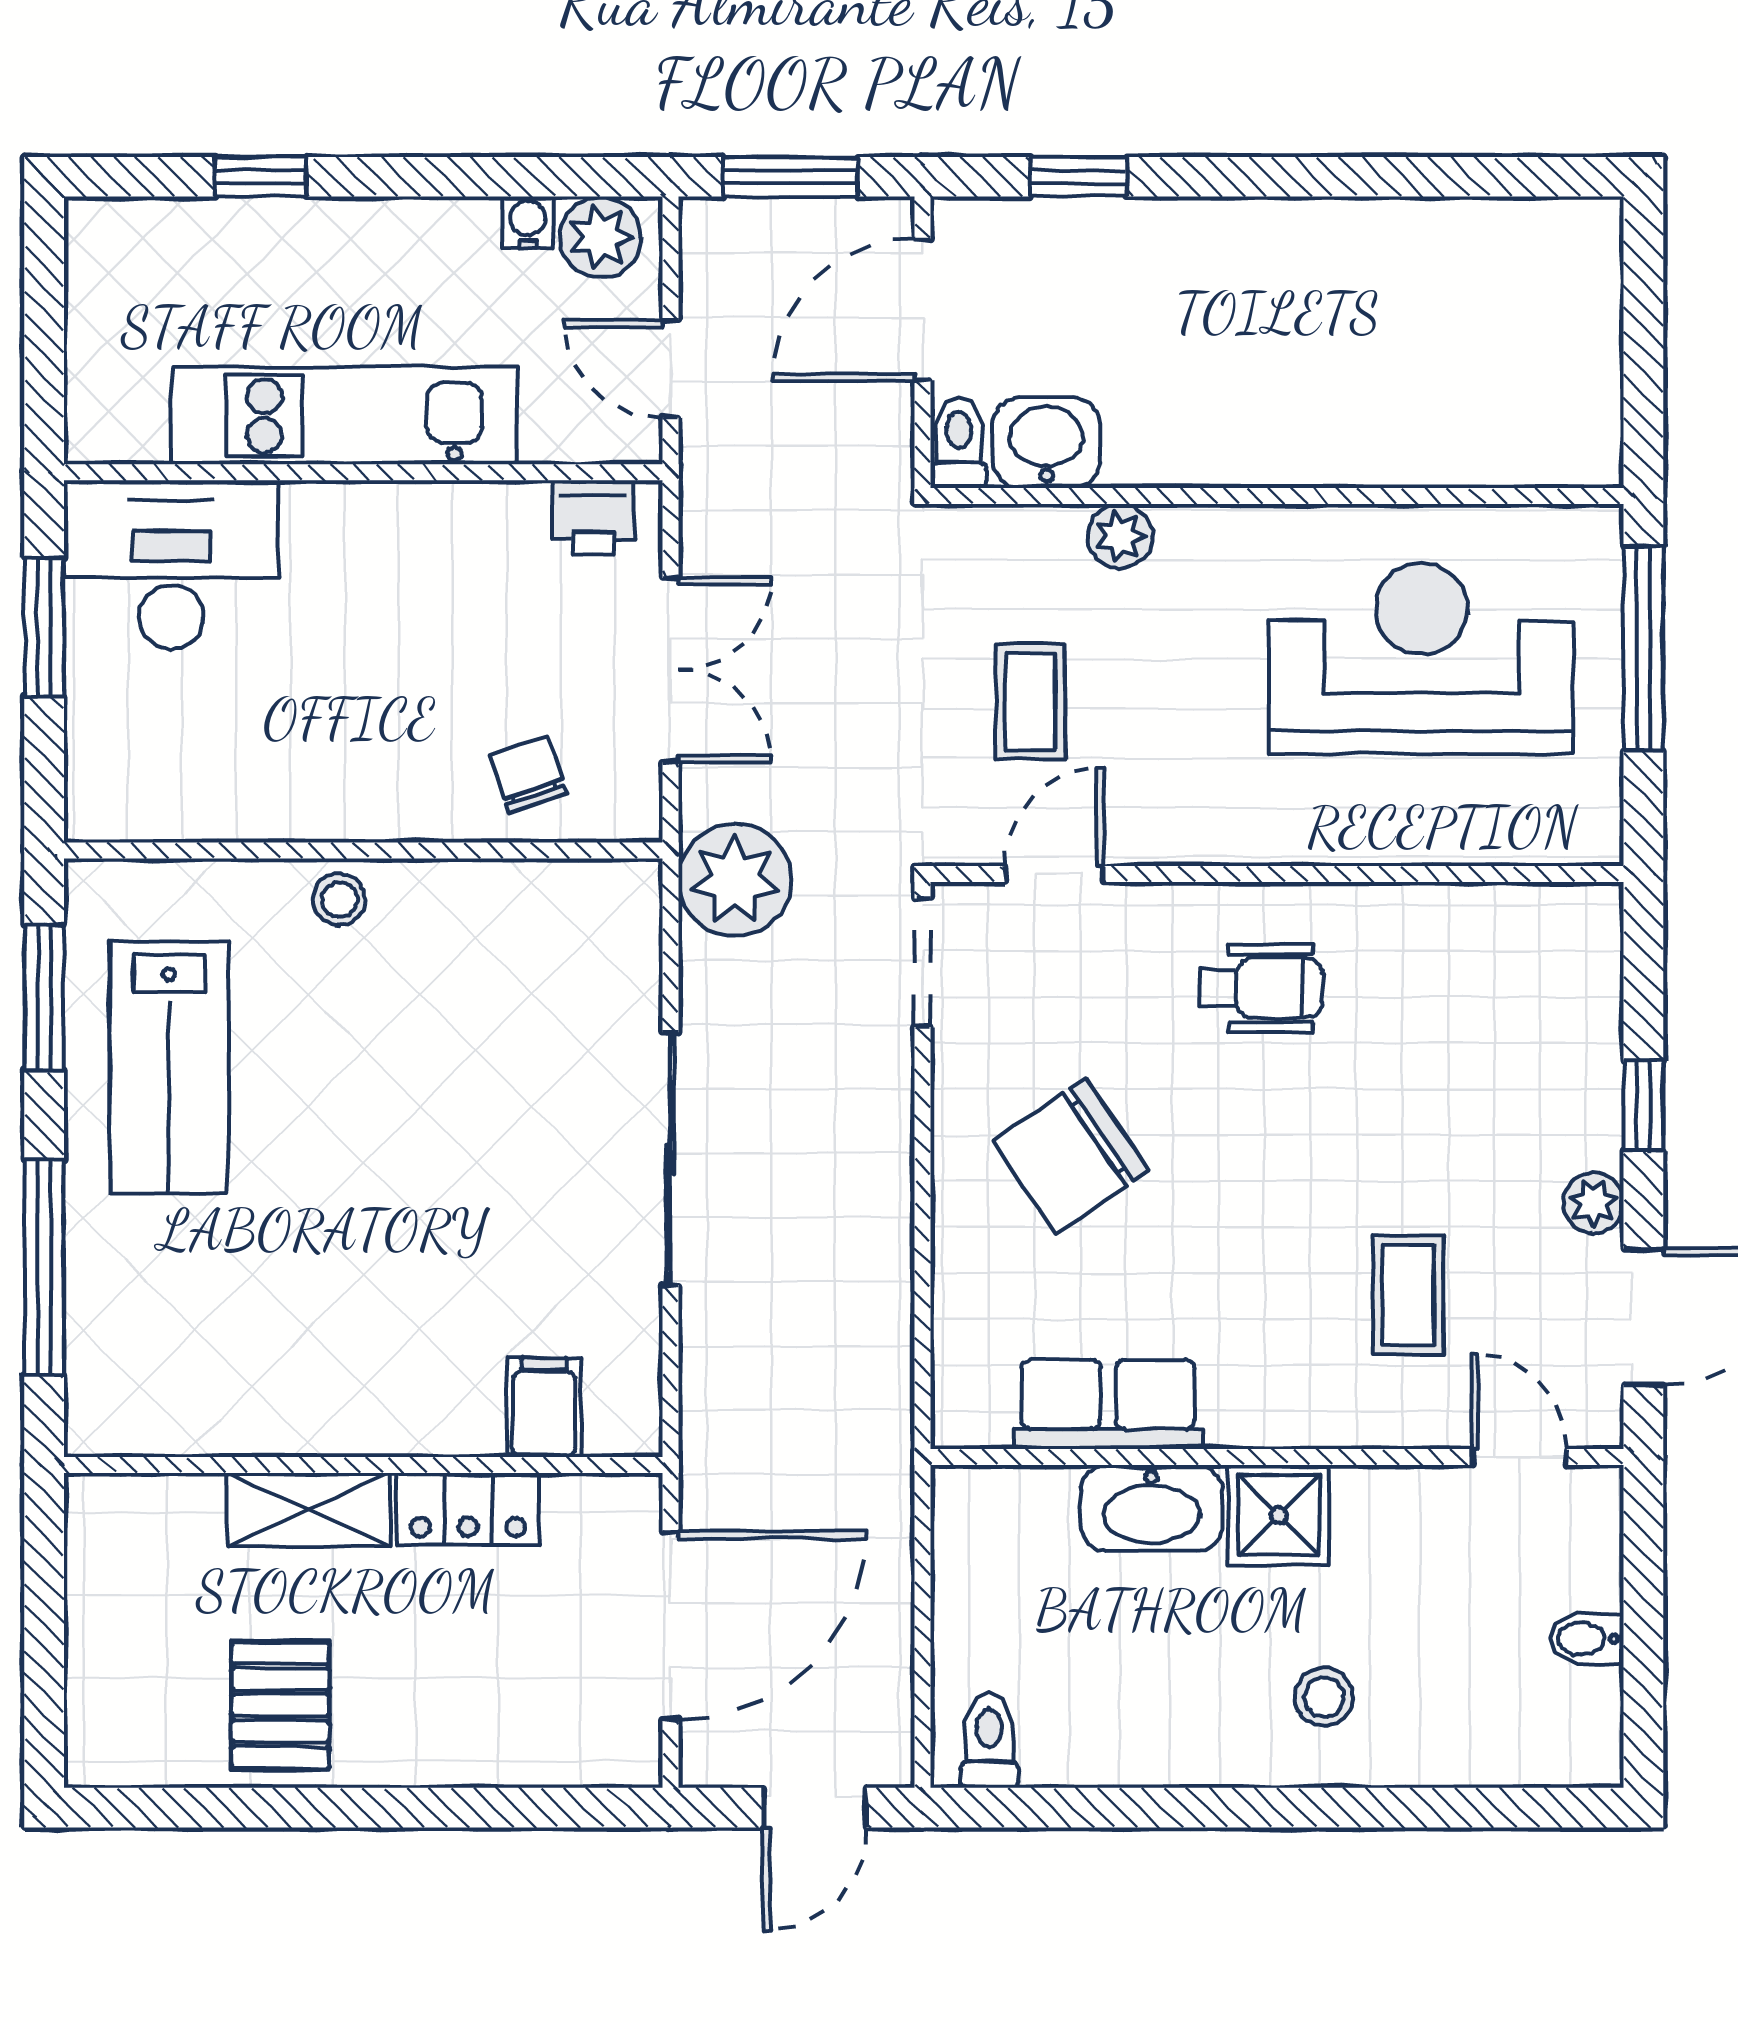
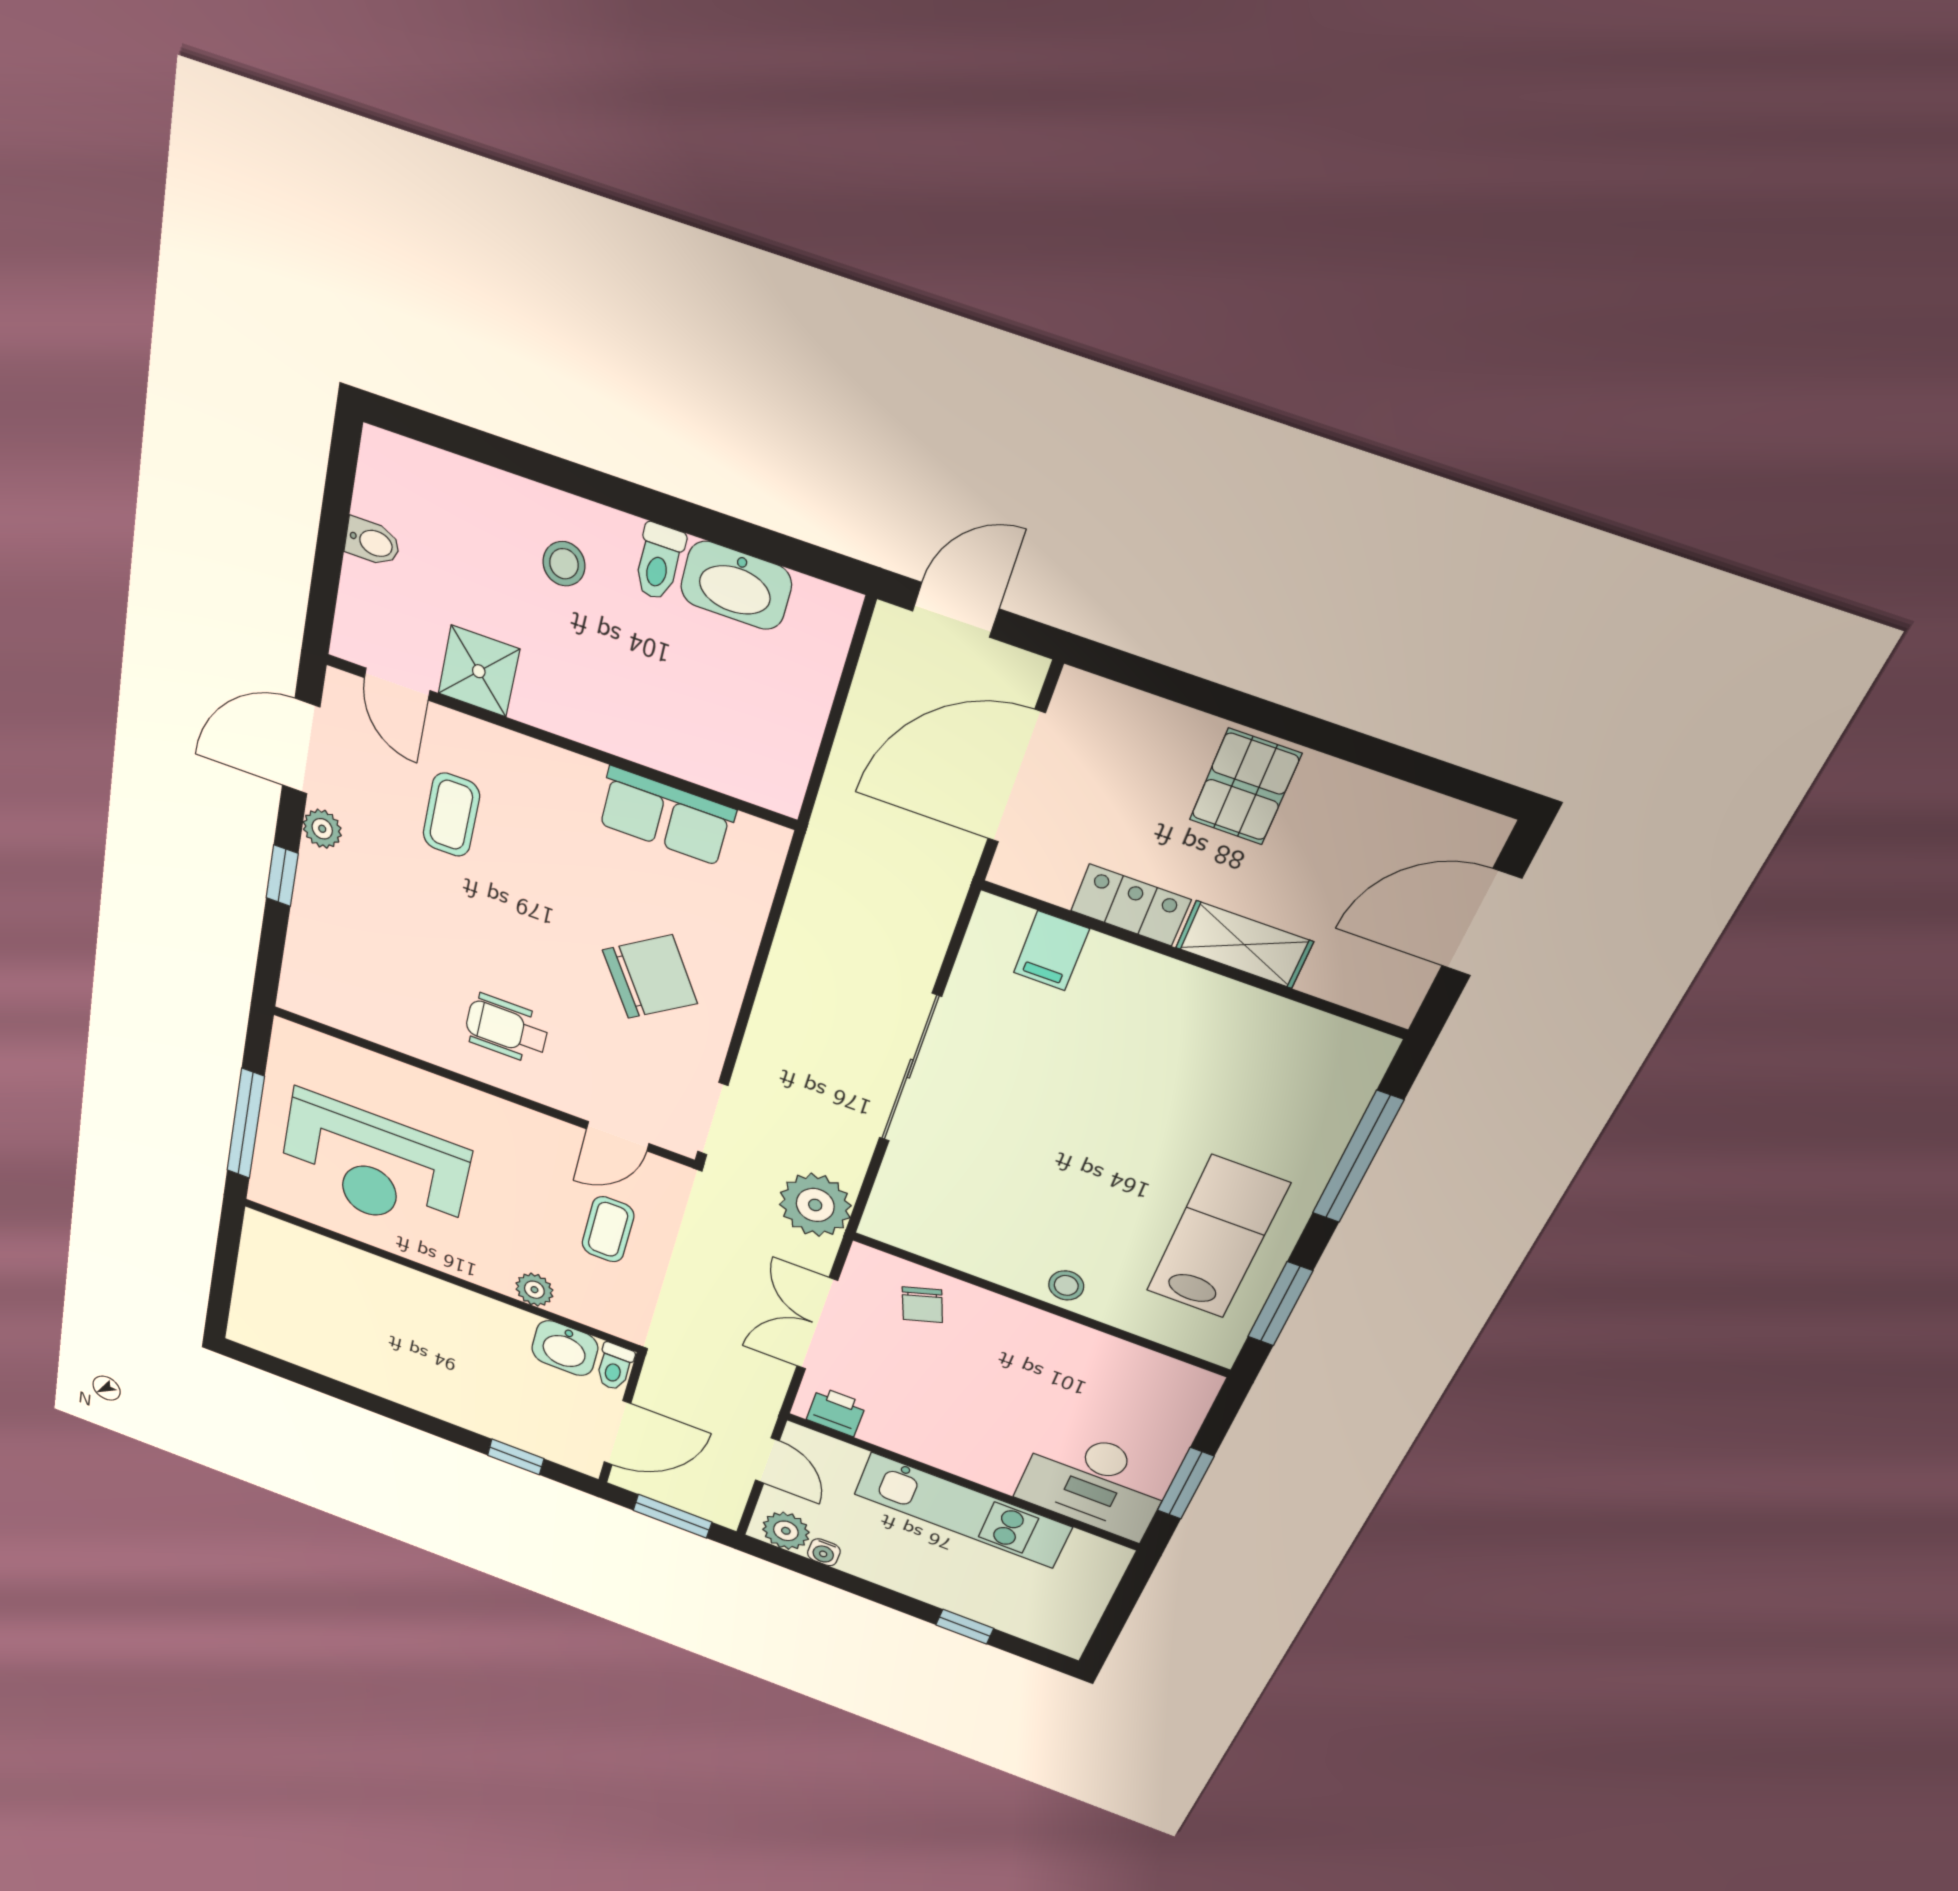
washbasin: (1152, 1508) -> (736, 585), moved, turned 180
shower: (1279, 1515) -> (479, 671), moved
door: (44, 1646) -> (1481, 923), added
pallet: (280, 1705) -> (1245, 787), moved
toilet: (989, 1741) -> (659, 562), moved

